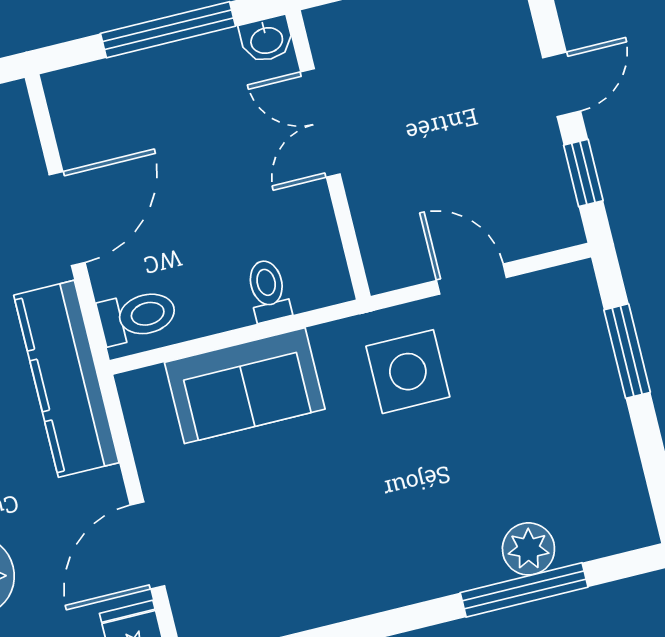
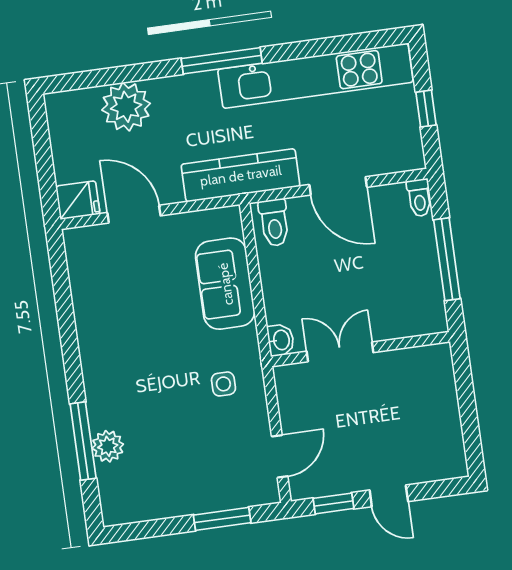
washbasin: (266, 39) -> (281, 340), moved, turned 180
double door: (320, 123) -> (340, 352), moved
door: (471, 279) -> (280, 456), moved
toilet: (268, 290) -> (419, 198), moved, turned 90
side table: (408, 372) -> (223, 384), width x0.54, depth x0.54

